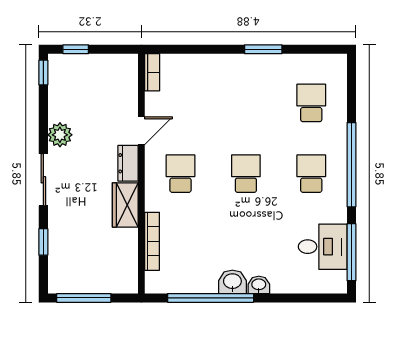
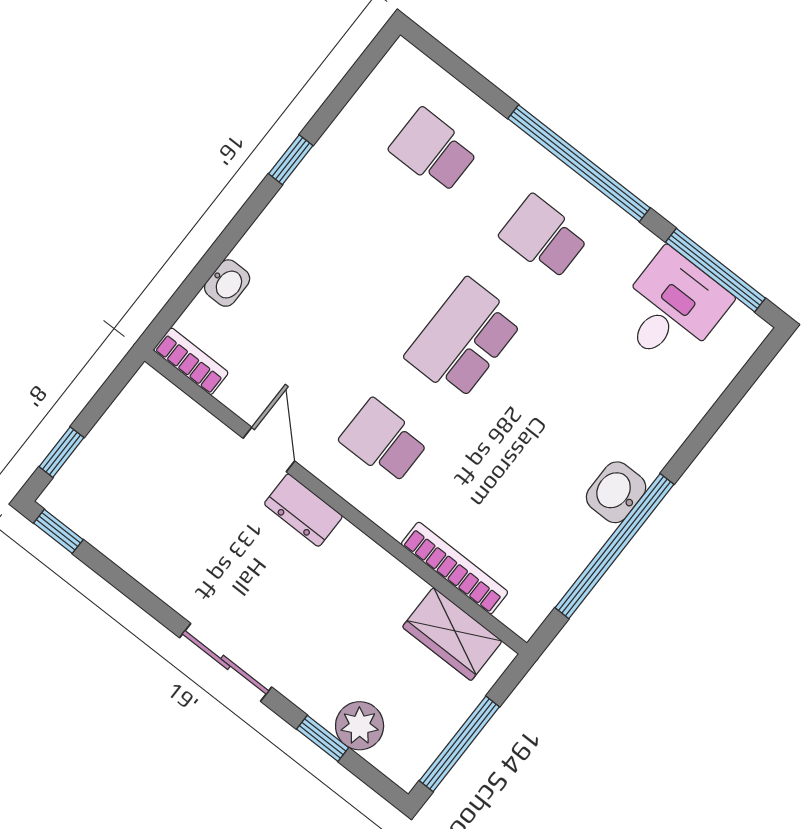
window: (263, 49) -> (291, 160), width x0.67
plant: (60, 135) -> (360, 726), moved
school desk: (246, 174) -> (464, 339), width x1.85
wardrobe: (125, 205) -> (452, 634), moved
washbasin: (259, 285) -> (227, 283), moved, turned 180

